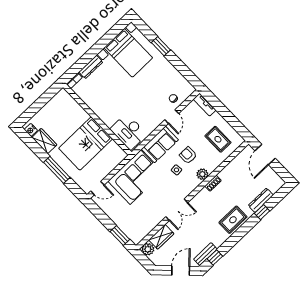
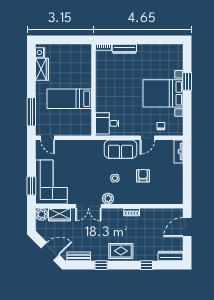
bed with nightstands: (128, 53) -> (163, 93), moved, turned 90
desk: (129, 132) -> (107, 123), width x0.73
rug: (218, 139) -> (165, 185), removed
bed: (86, 144) -> (69, 99), width x0.67
armchair: (188, 155) -> (143, 176), moved
window: (57, 170) -> (31, 112), moved
plant: (202, 174) -> (108, 199), moved
corner sofa: (135, 177) -> (51, 182), moved, turned -90
dresser: (261, 200) -> (171, 256), moved
window: (215, 258) -> (101, 265), moved

